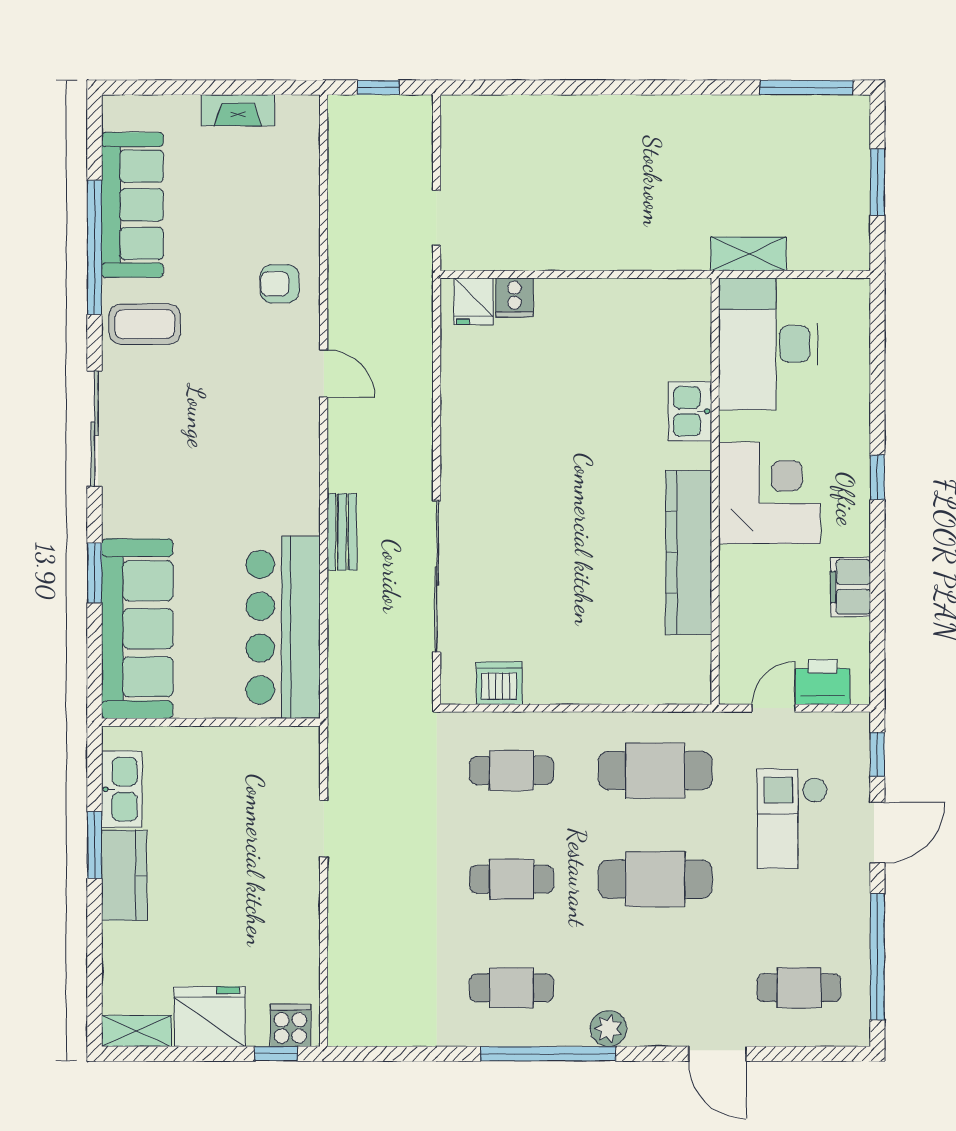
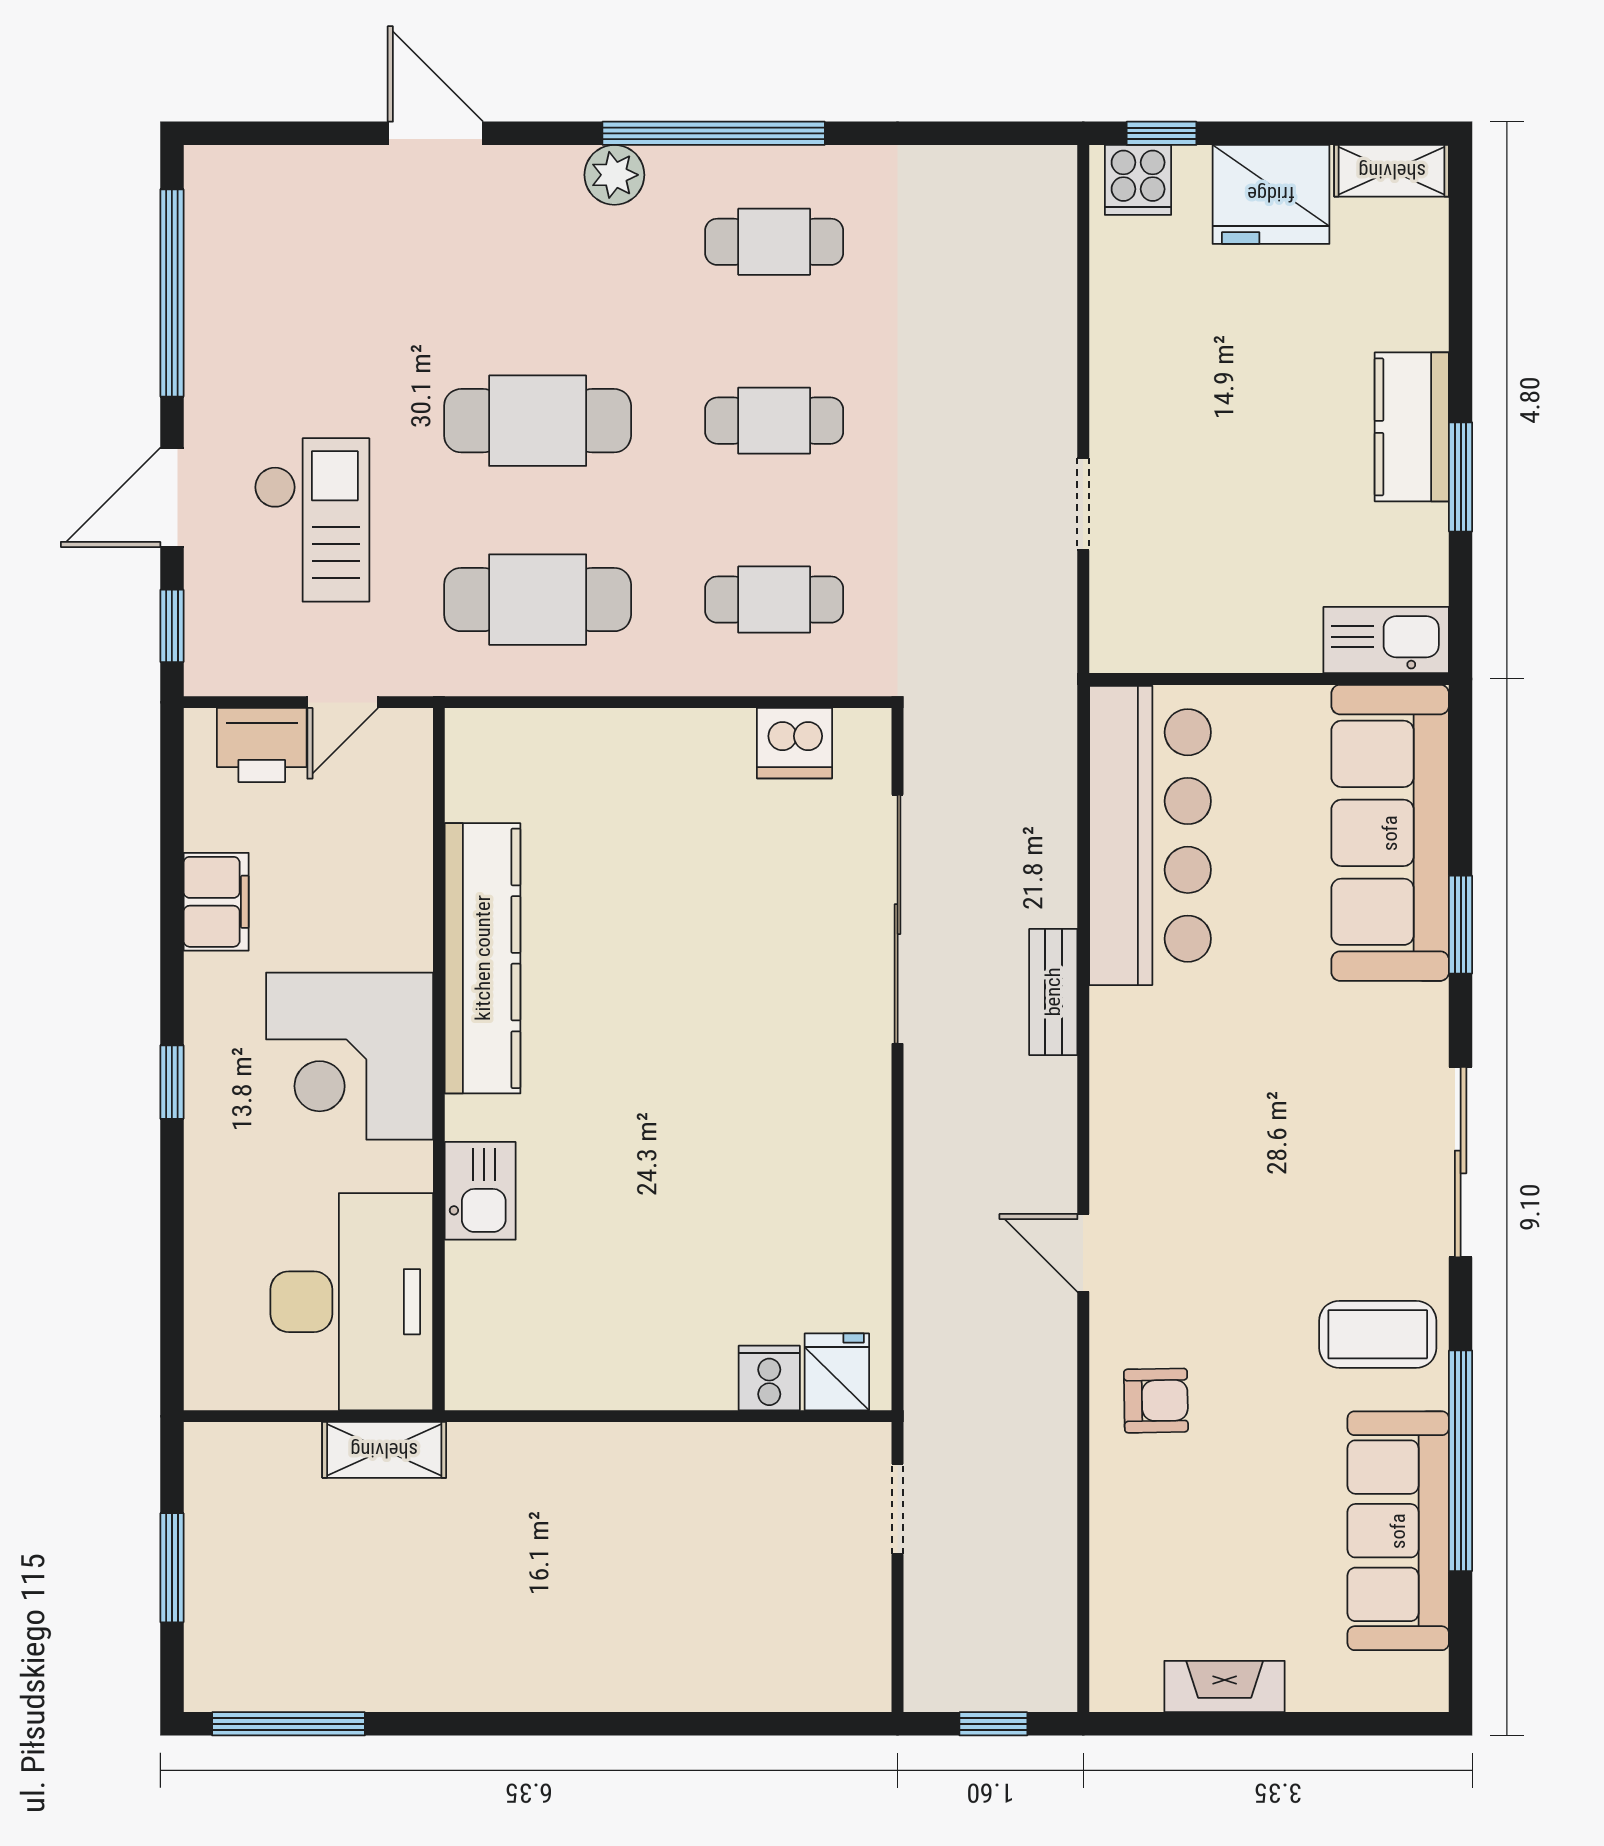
kitchen sink: (122, 789) -> (1386, 640), moved, turned 90
cafe table: (799, 988) -> (301, 242), removed

